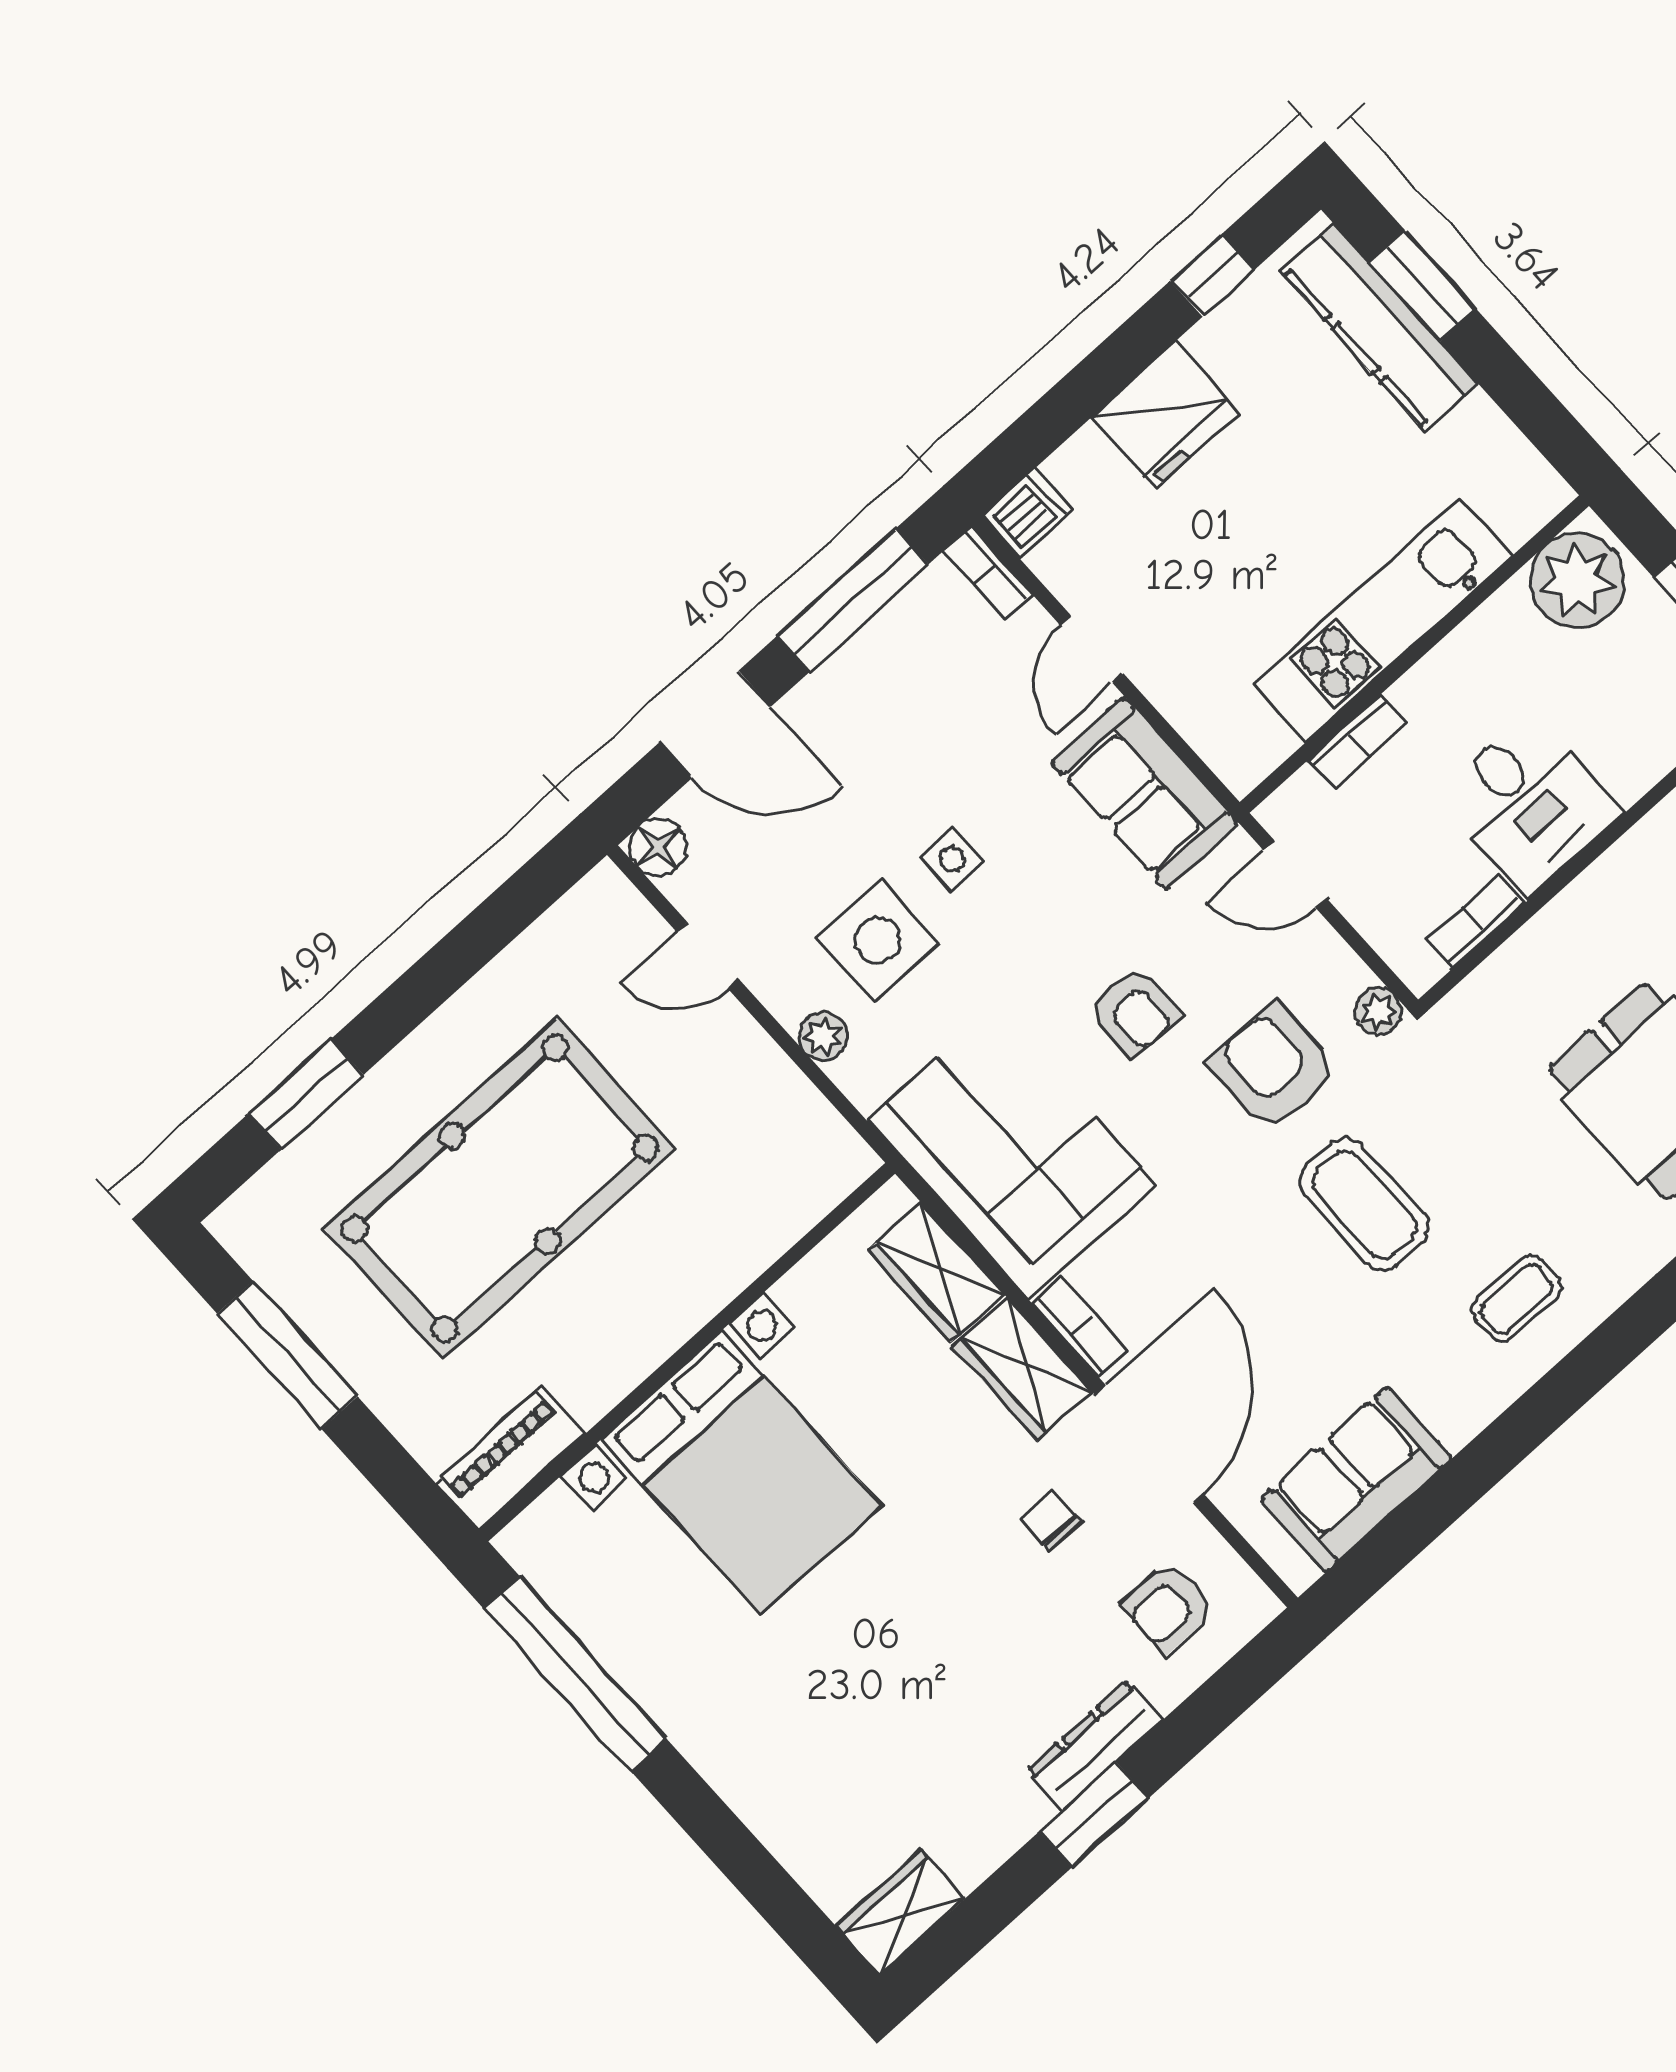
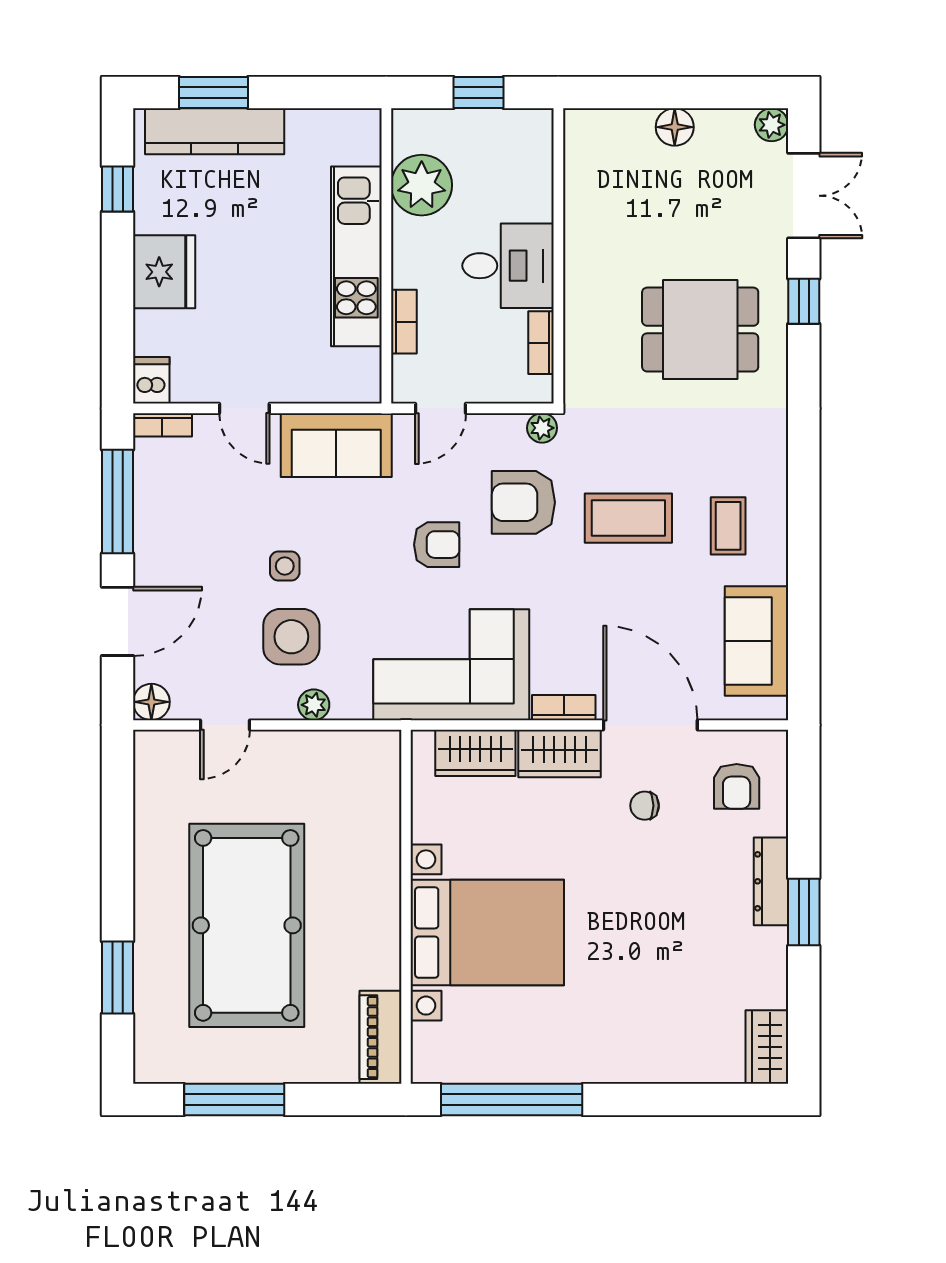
plant: (1577, 580) -> (422, 185), moved
coffee table: (1517, 1299) -> (728, 526), moved

